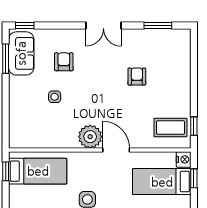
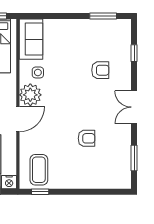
window: (25, 26) -> (134, 53), moved
sofa: (21, 53) -> (31, 39), moved, turned -90
side table: (55, 97) -> (38, 72), moved

